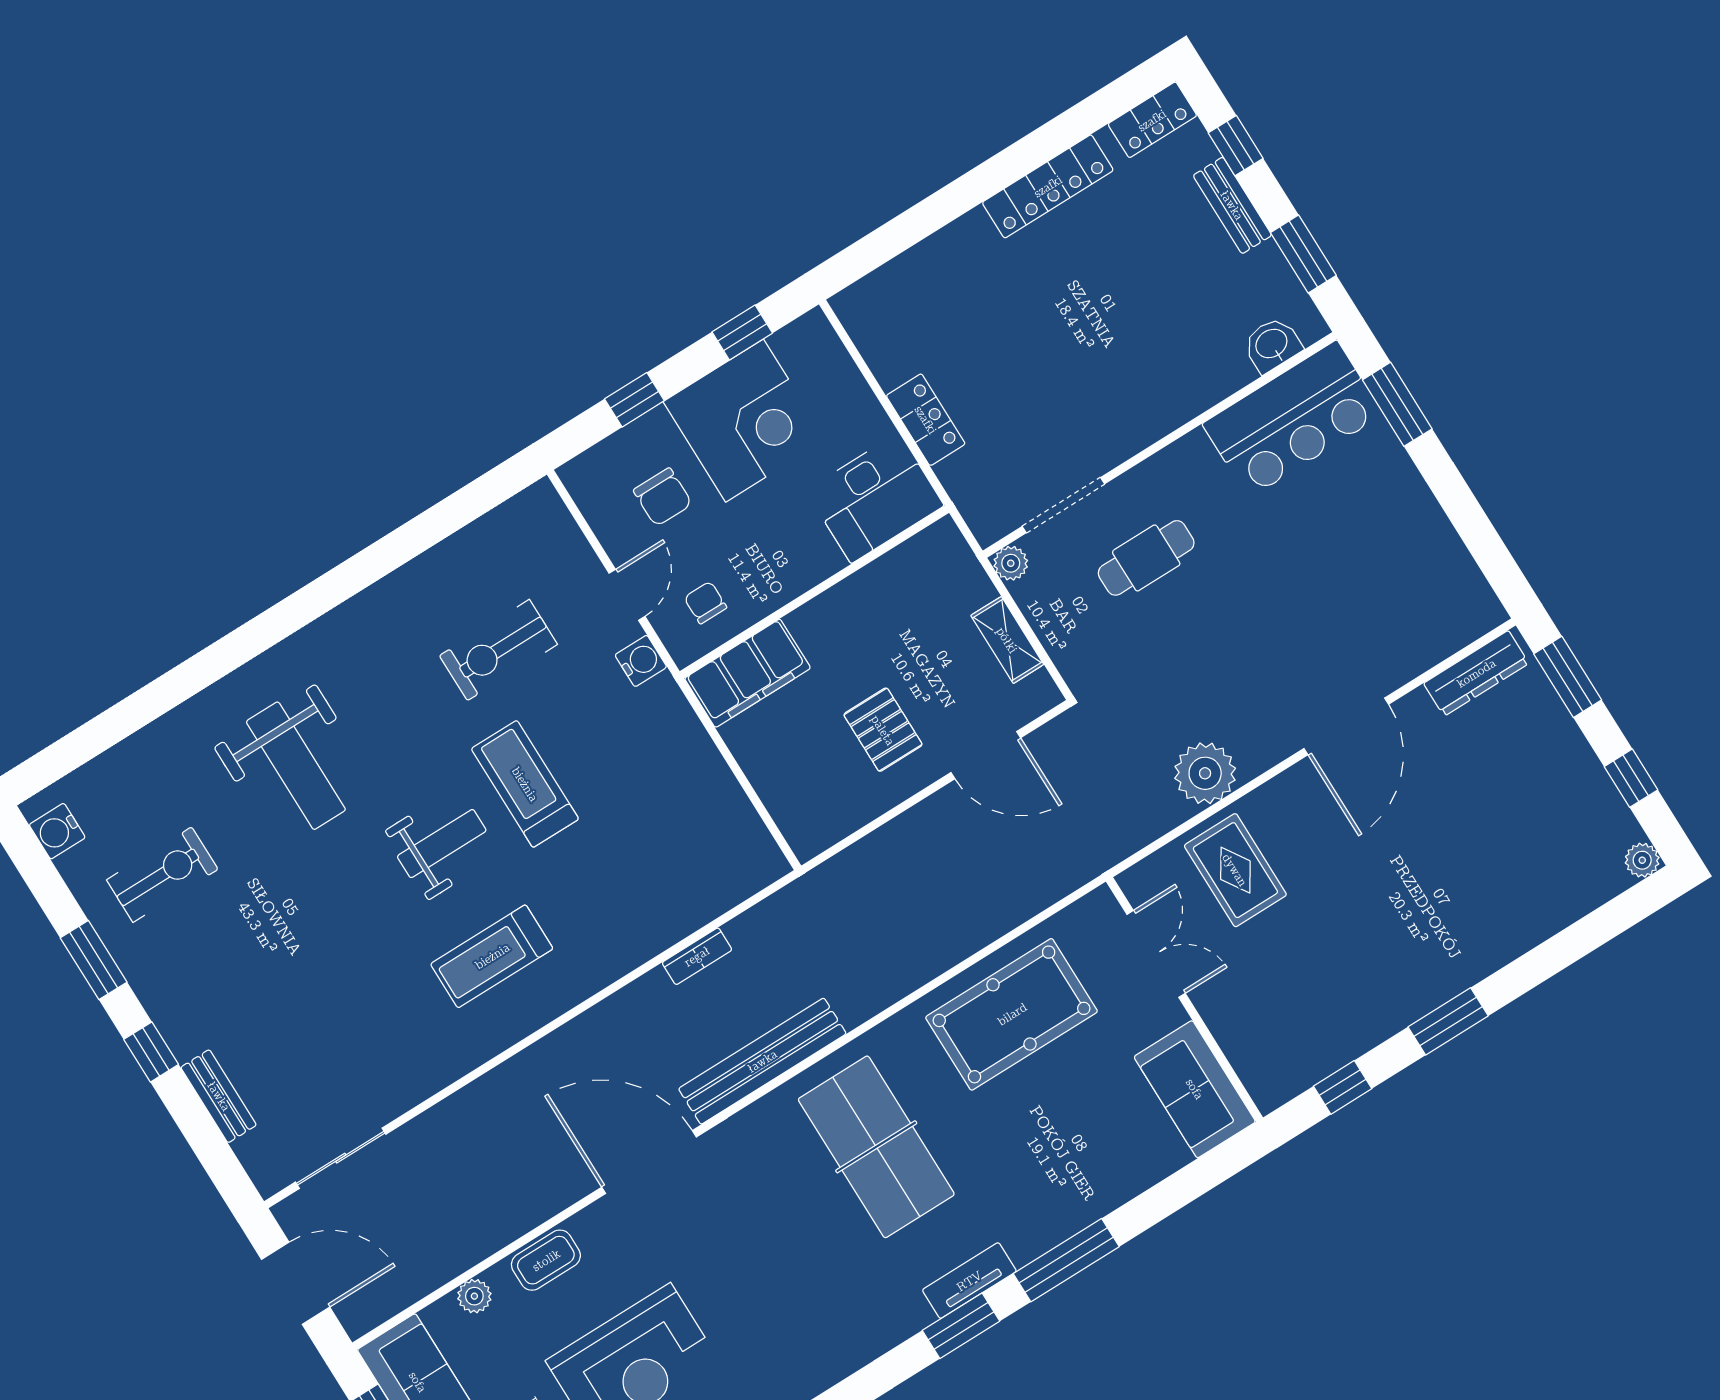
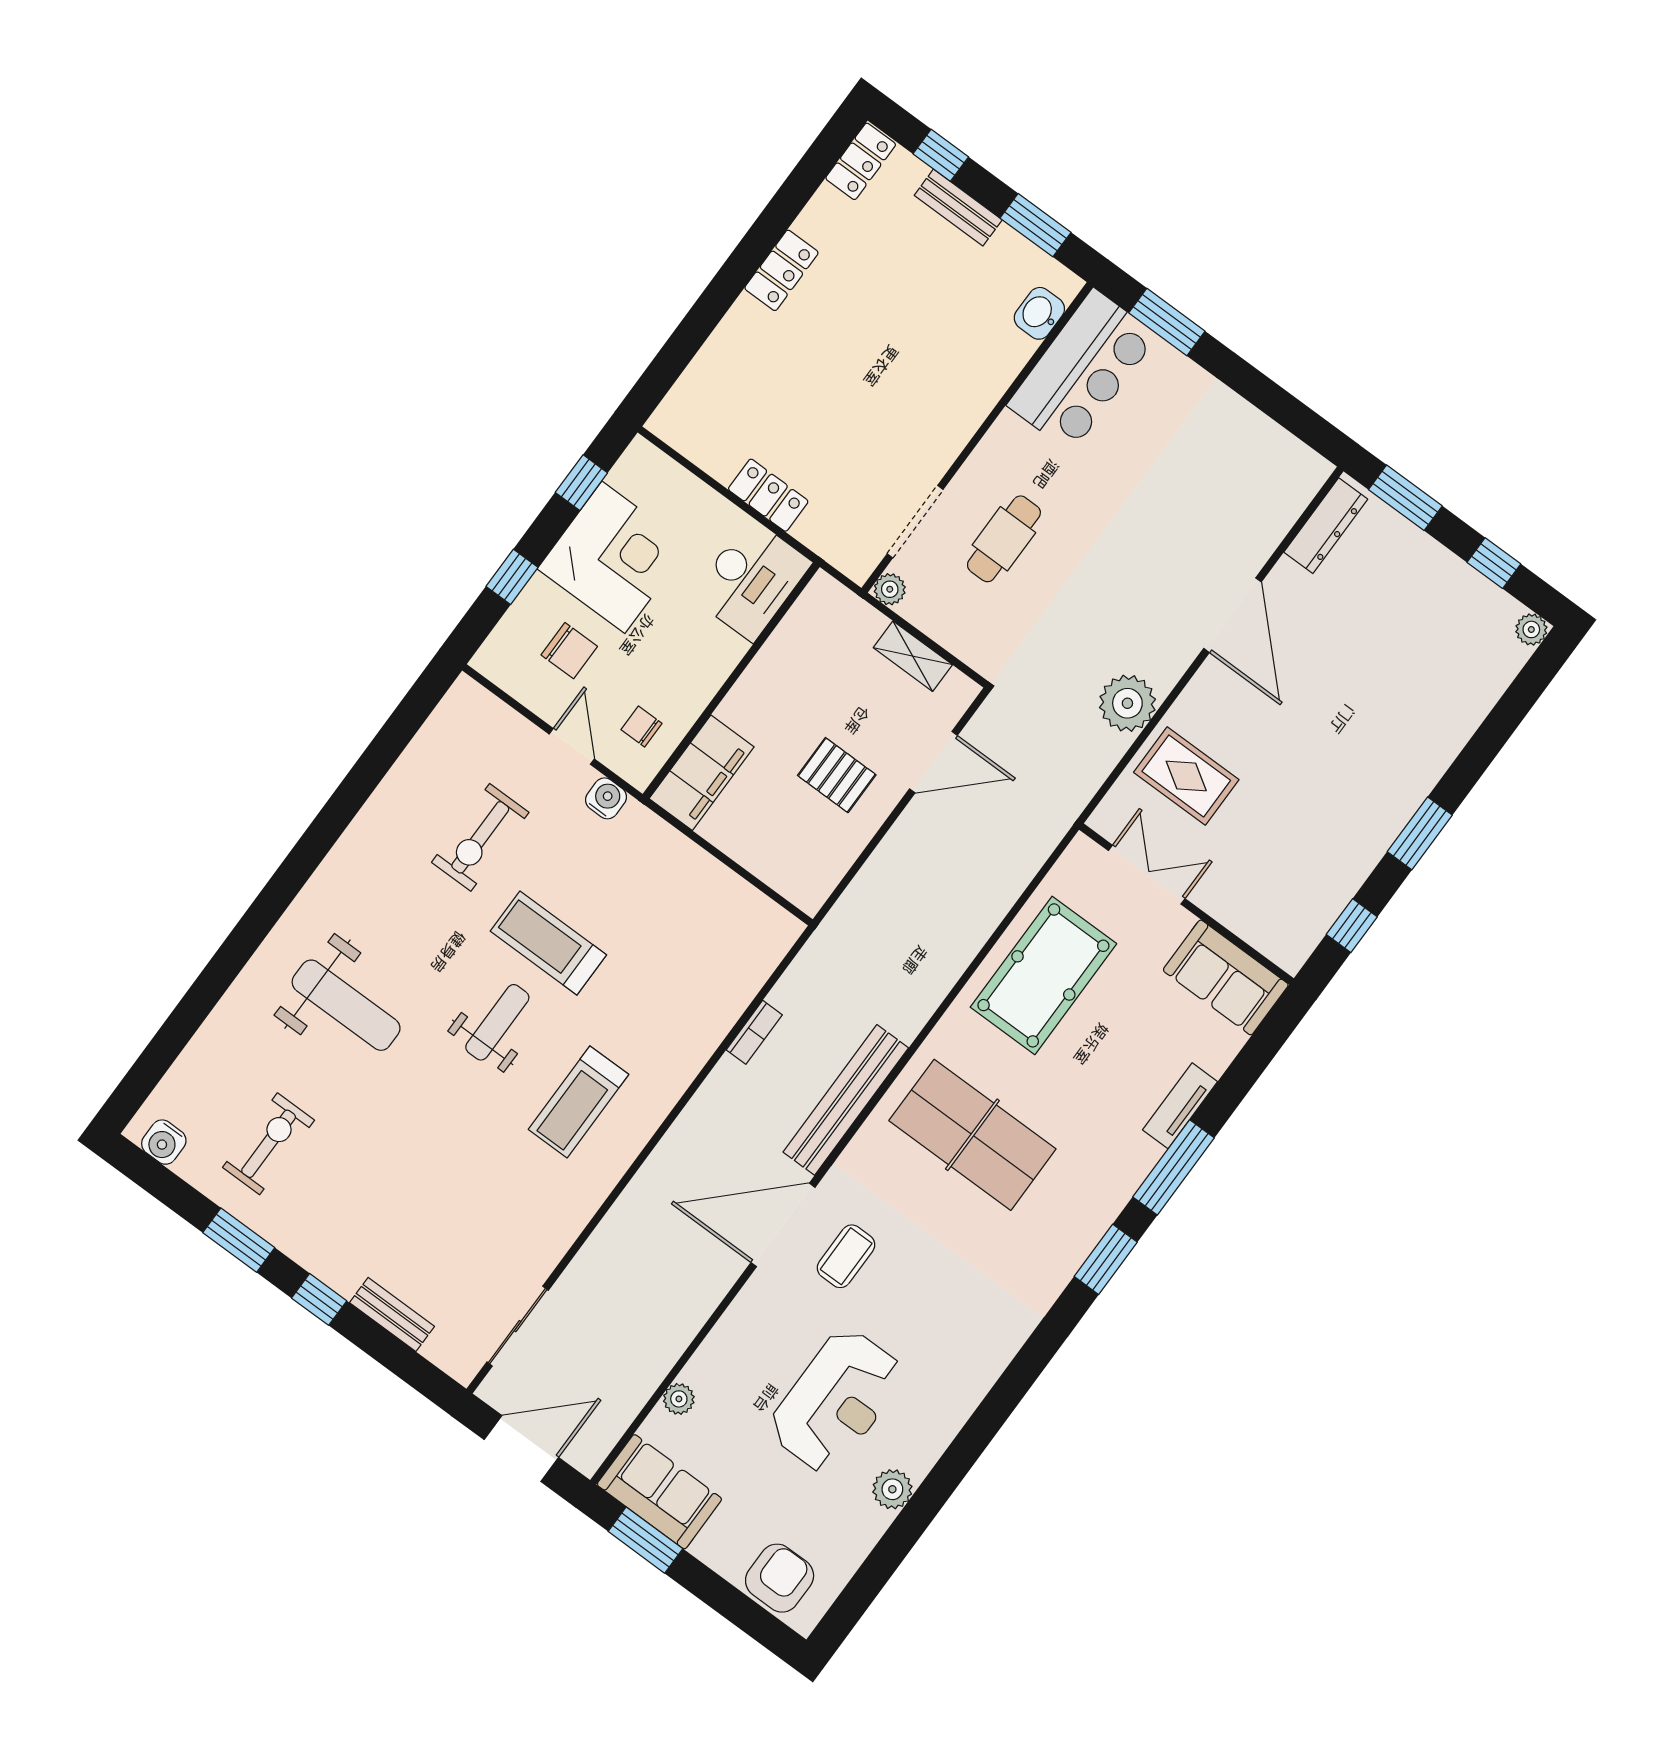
locker: (1048, 186) -> (781, 270), width x0.66
coffee table: (546, 1260) -> (846, 1256), moved
tv unit: (969, 1281) -> (1180, 1106), moved

